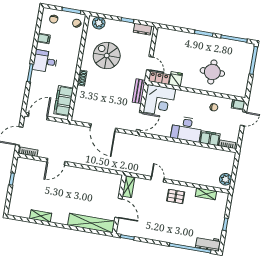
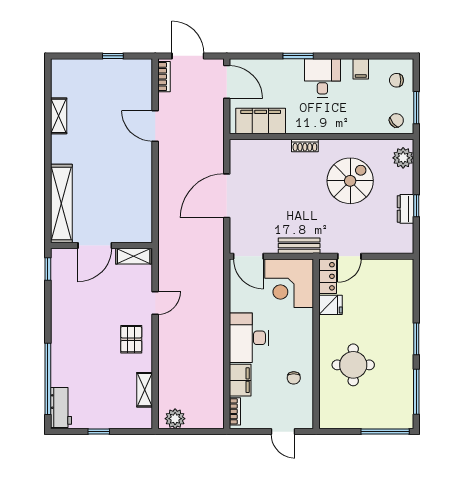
dresser: (142, 29) -> (405, 209), moved
filing cabinet: (238, 105) -> (306, 418), removed

